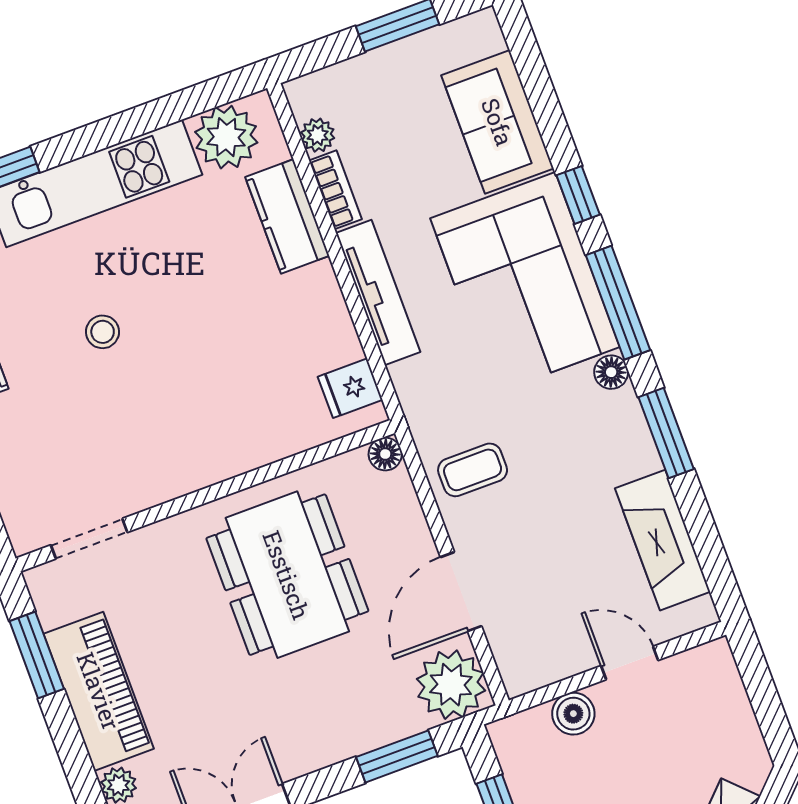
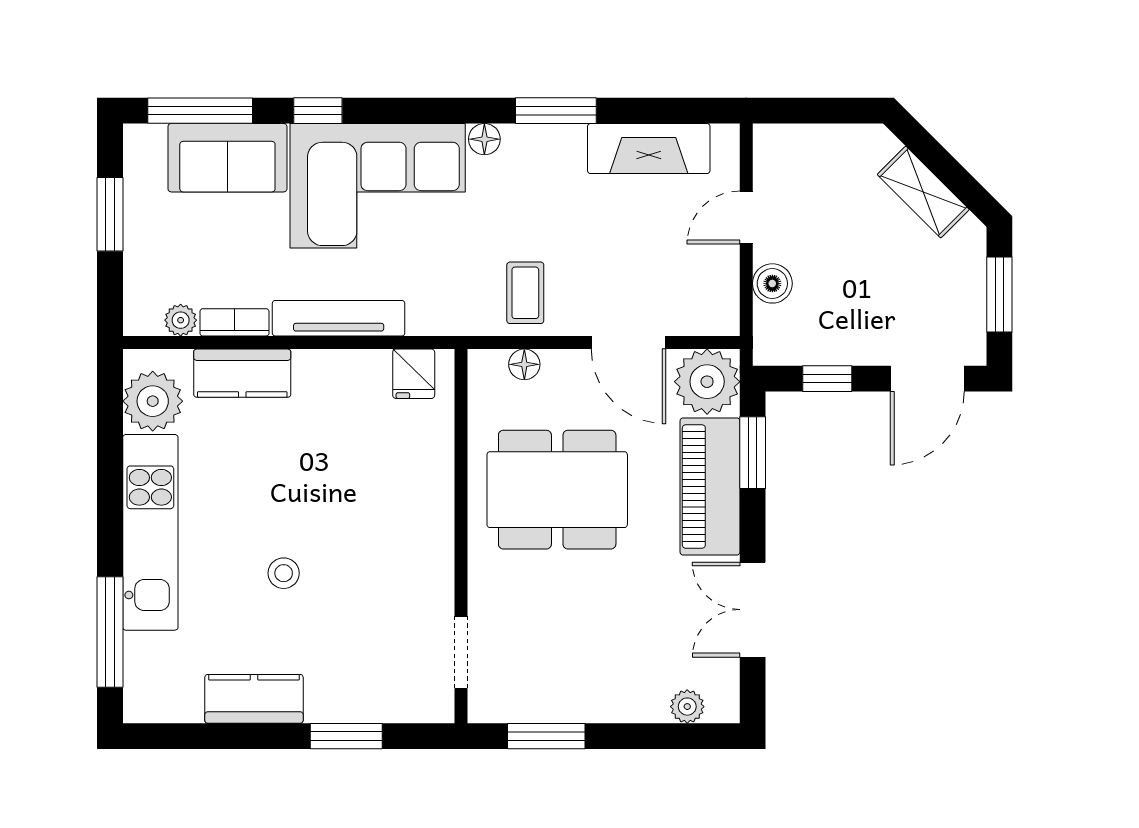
window: (618, 303) -> (200, 111), moved
floor lamp: (385, 454) -> (524, 364), moved
piano: (99, 691) -> (710, 486), moved, turned -90

